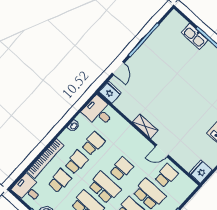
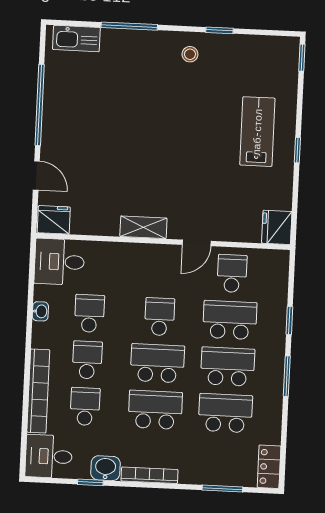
kitchen sink: (195, 36) -> (76, 38), moved

